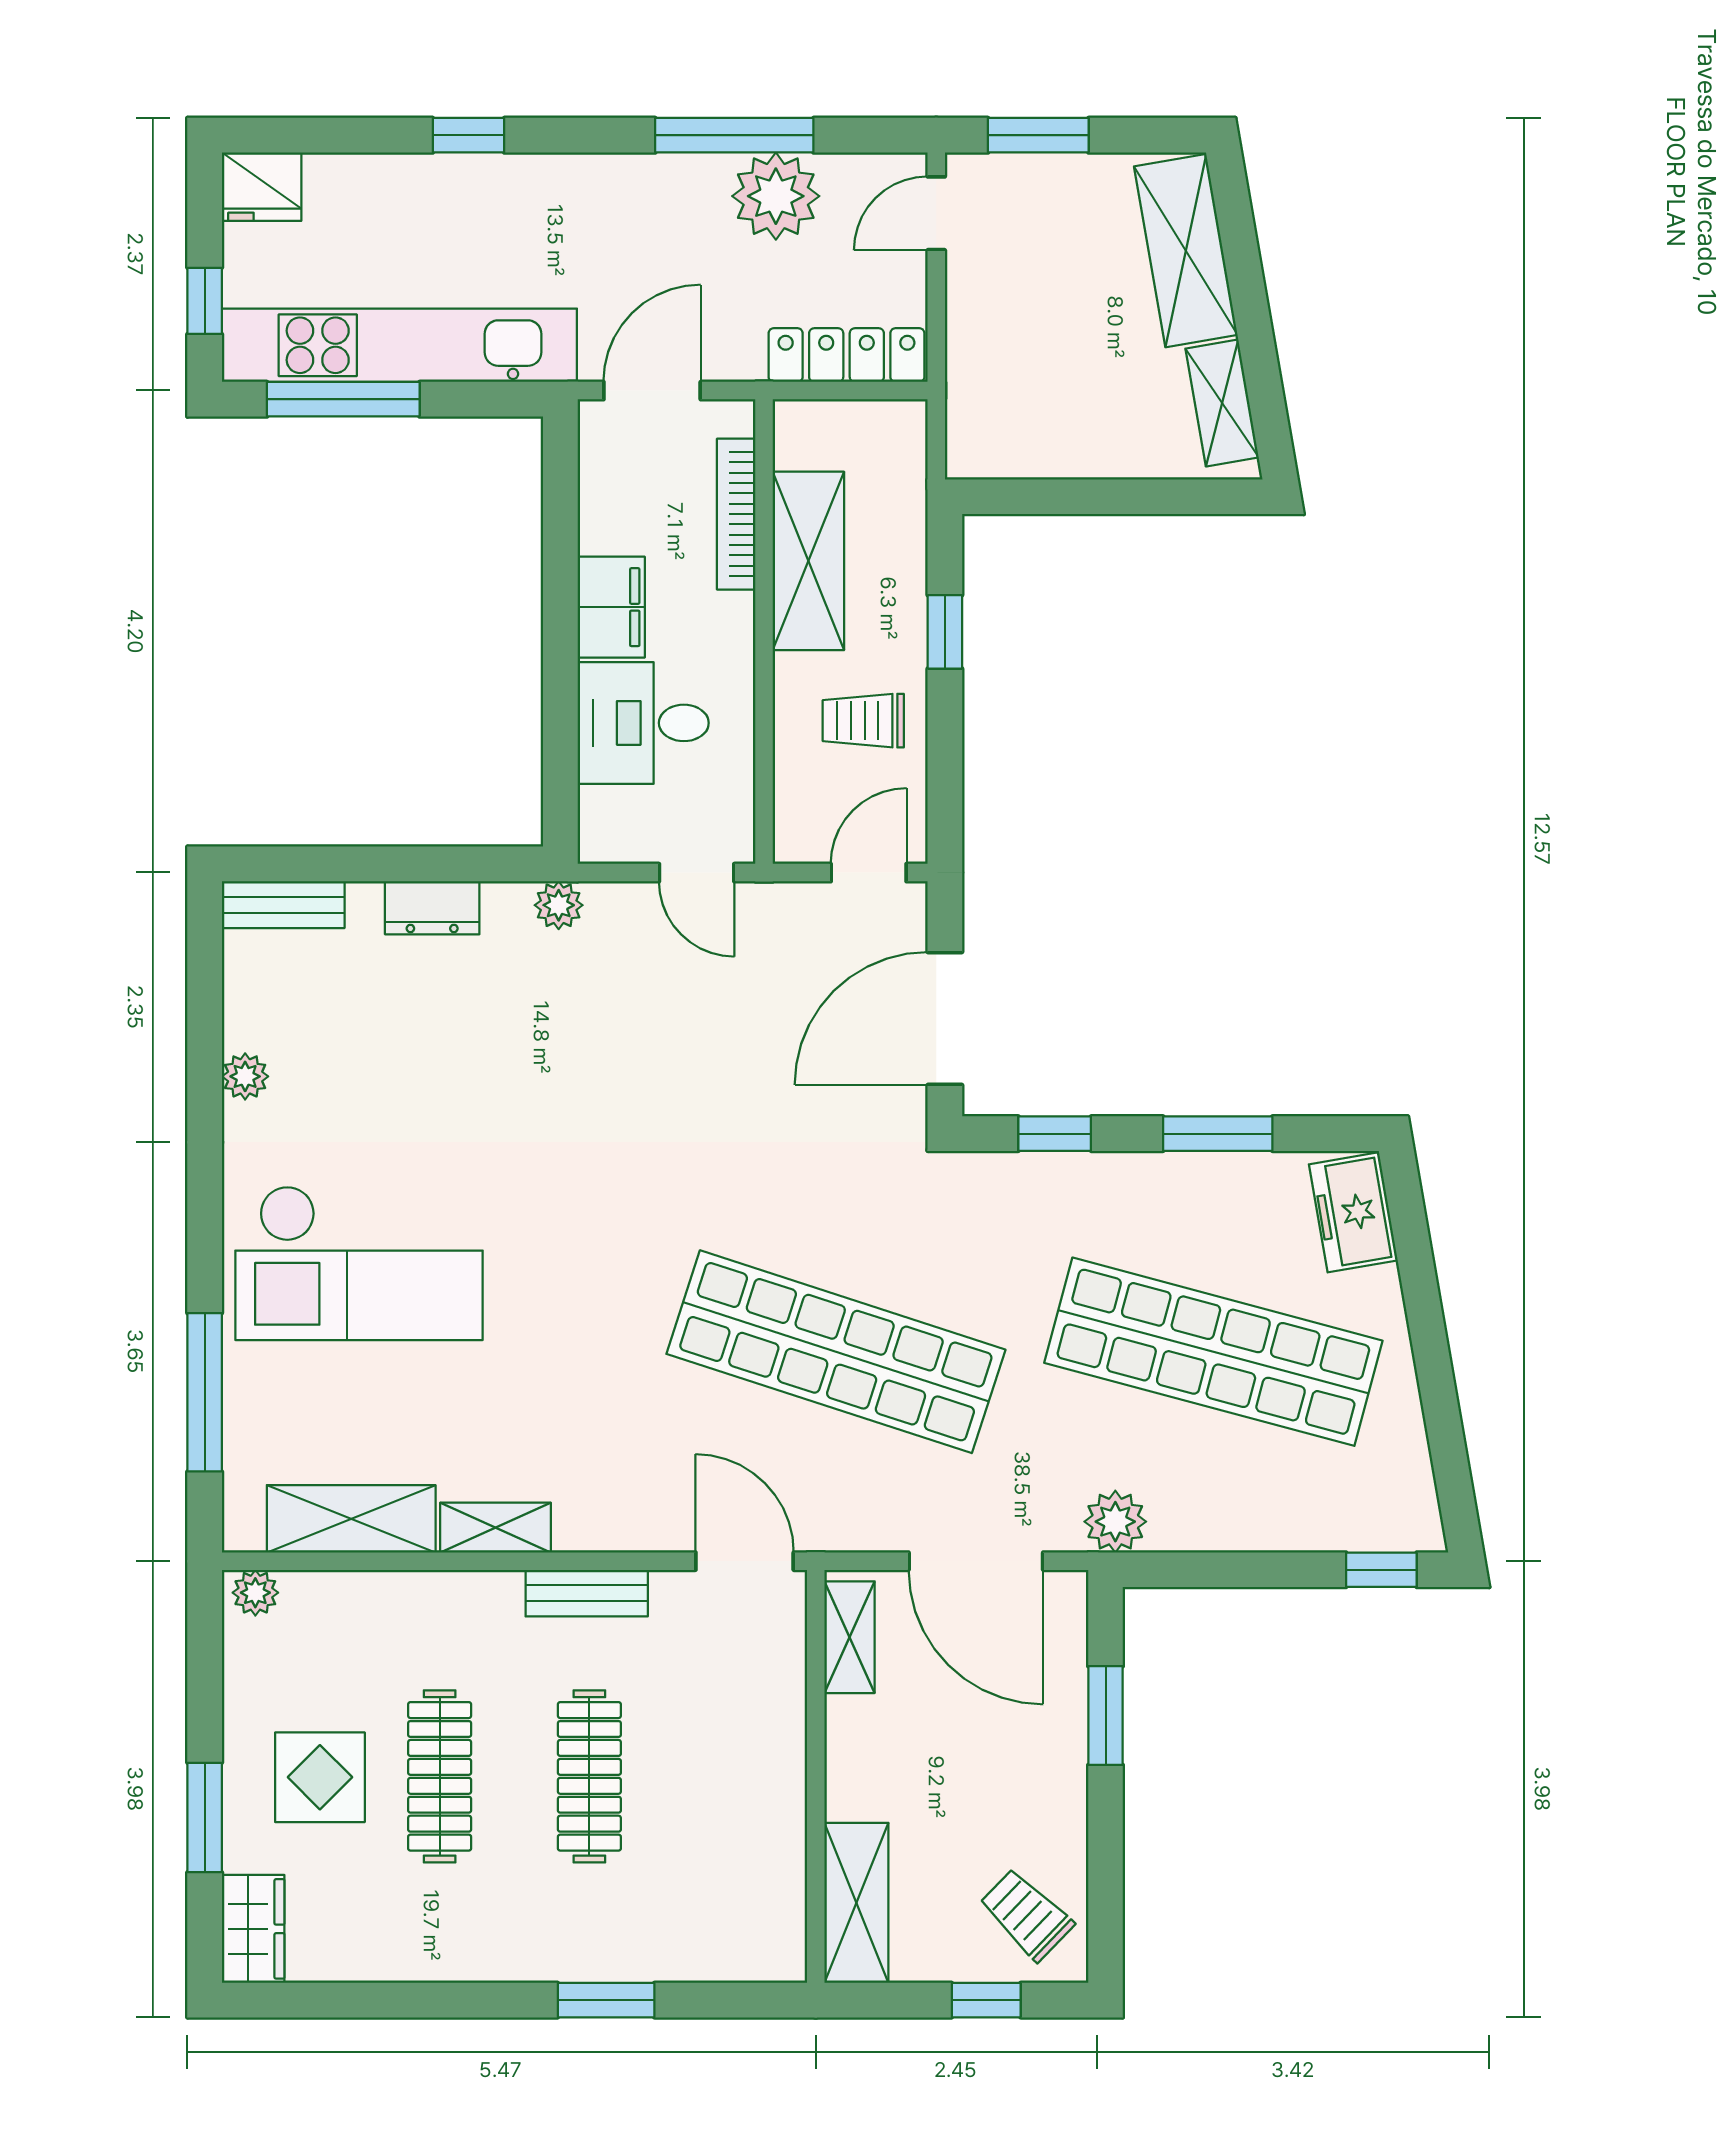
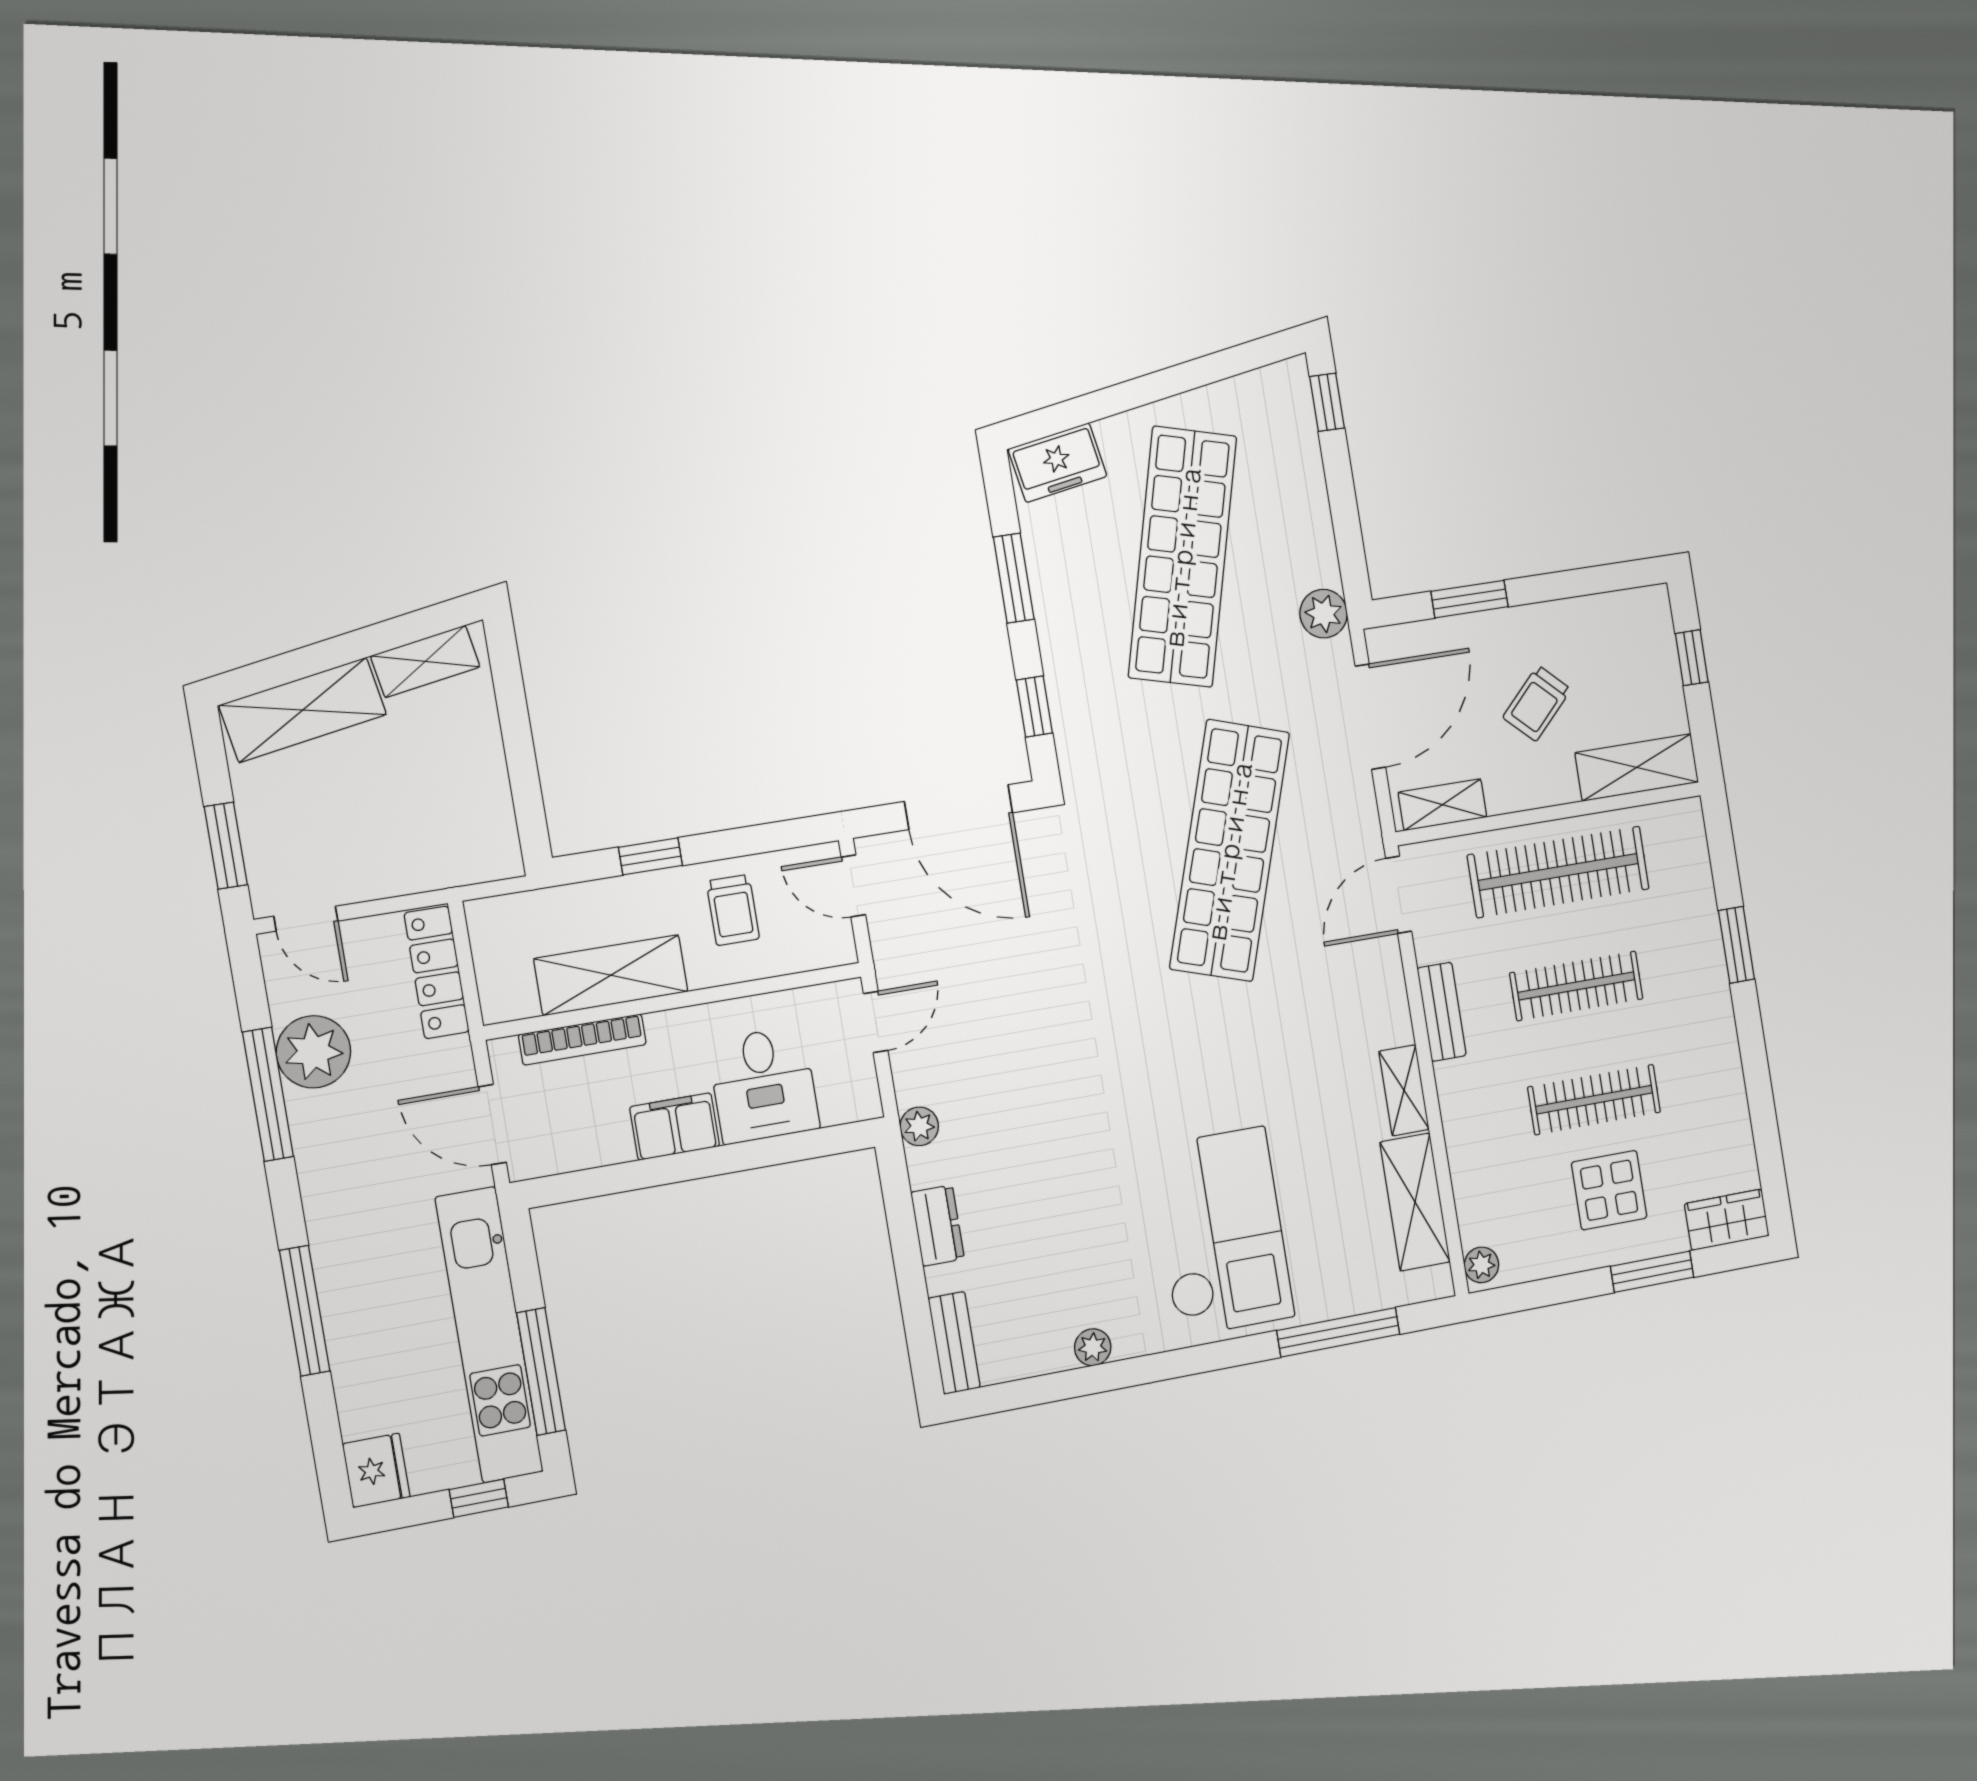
window: (468, 135) -> (305, 1311), width x2.17
clothes rail: (739, 1776) -> (1558, 872), added
trolley: (1026, 1915) -> (1537, 703), moved

